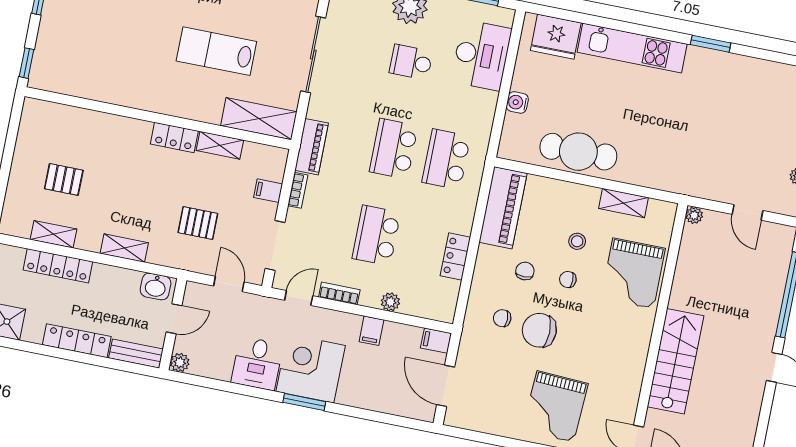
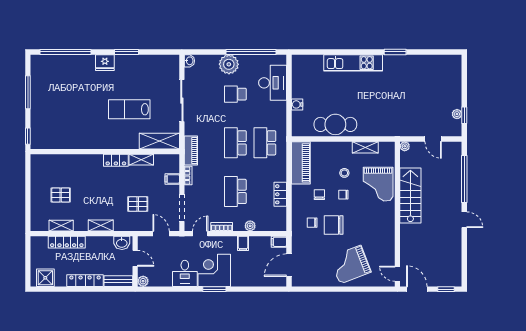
fridge: (556, 37) -> (311, 65), removed
door: (174, 319) -> (135, 258), hinge flipped
stairs: (676, 361) -> (410, 196), moved
door: (446, 386) -> (289, 265), hinge flipped
grand piano: (555, 407) -> (350, 265), turned 66

